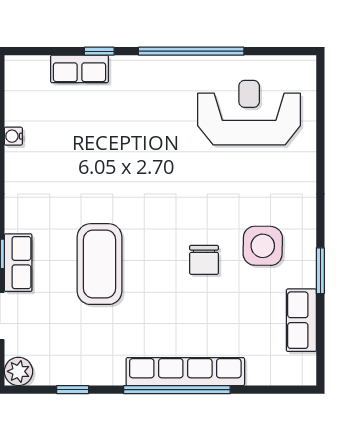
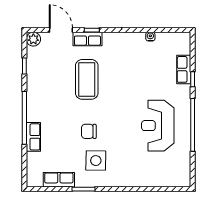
reception desk: (249, 113) -> (158, 126), moved, turned 180
coffee table: (100, 264) -> (87, 79), turned 90
row of seats: (185, 372) -> (33, 137), width x0.50

